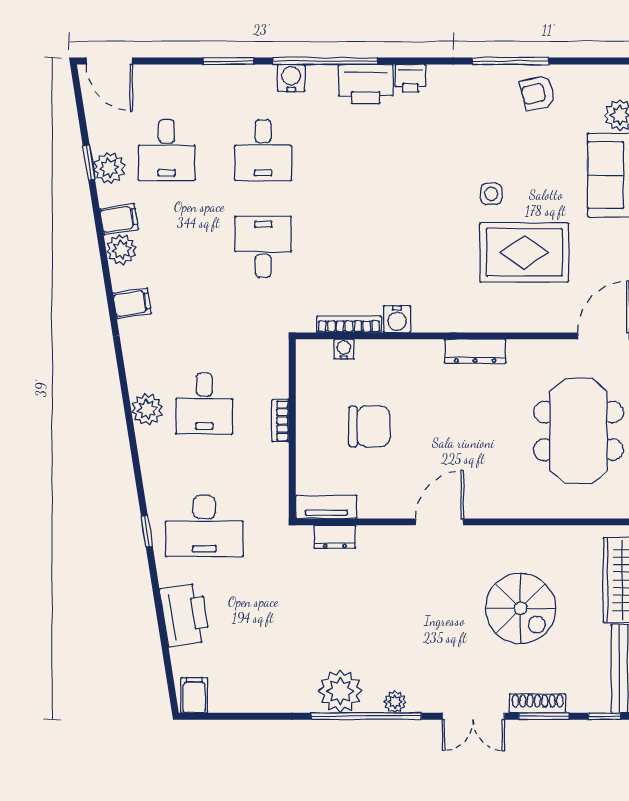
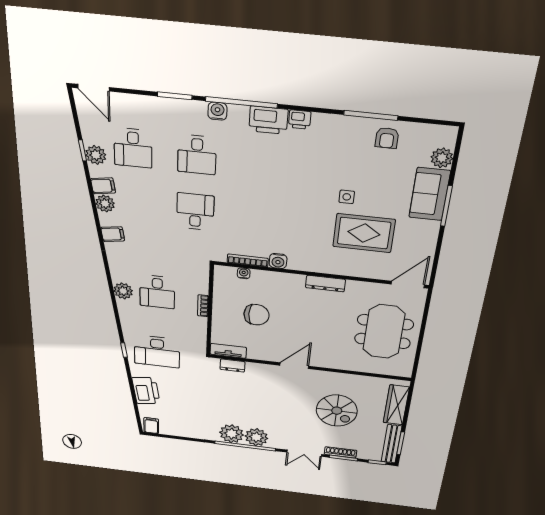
armchair: (538, 93) -> (387, 138), turned -77
plant: (395, 702) -> (256, 437), width x1.87, depth x1.87

